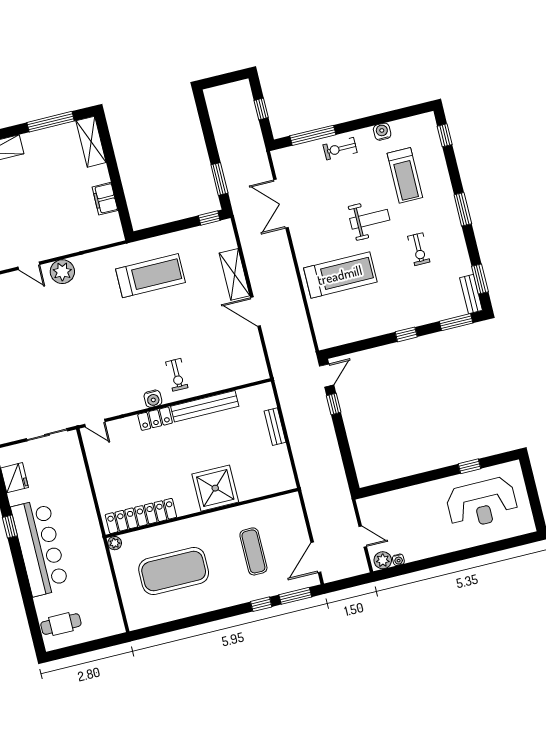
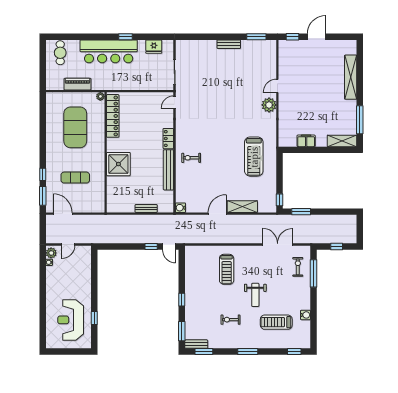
exercise bike: (340, 149) -> (298, 267), moved
treadmill: (340, 275) -> (227, 269), width x0.73, depth x0.73
water cooler: (153, 399) -> (180, 208), moved
piano: (104, 584) -> (77, 84), added

